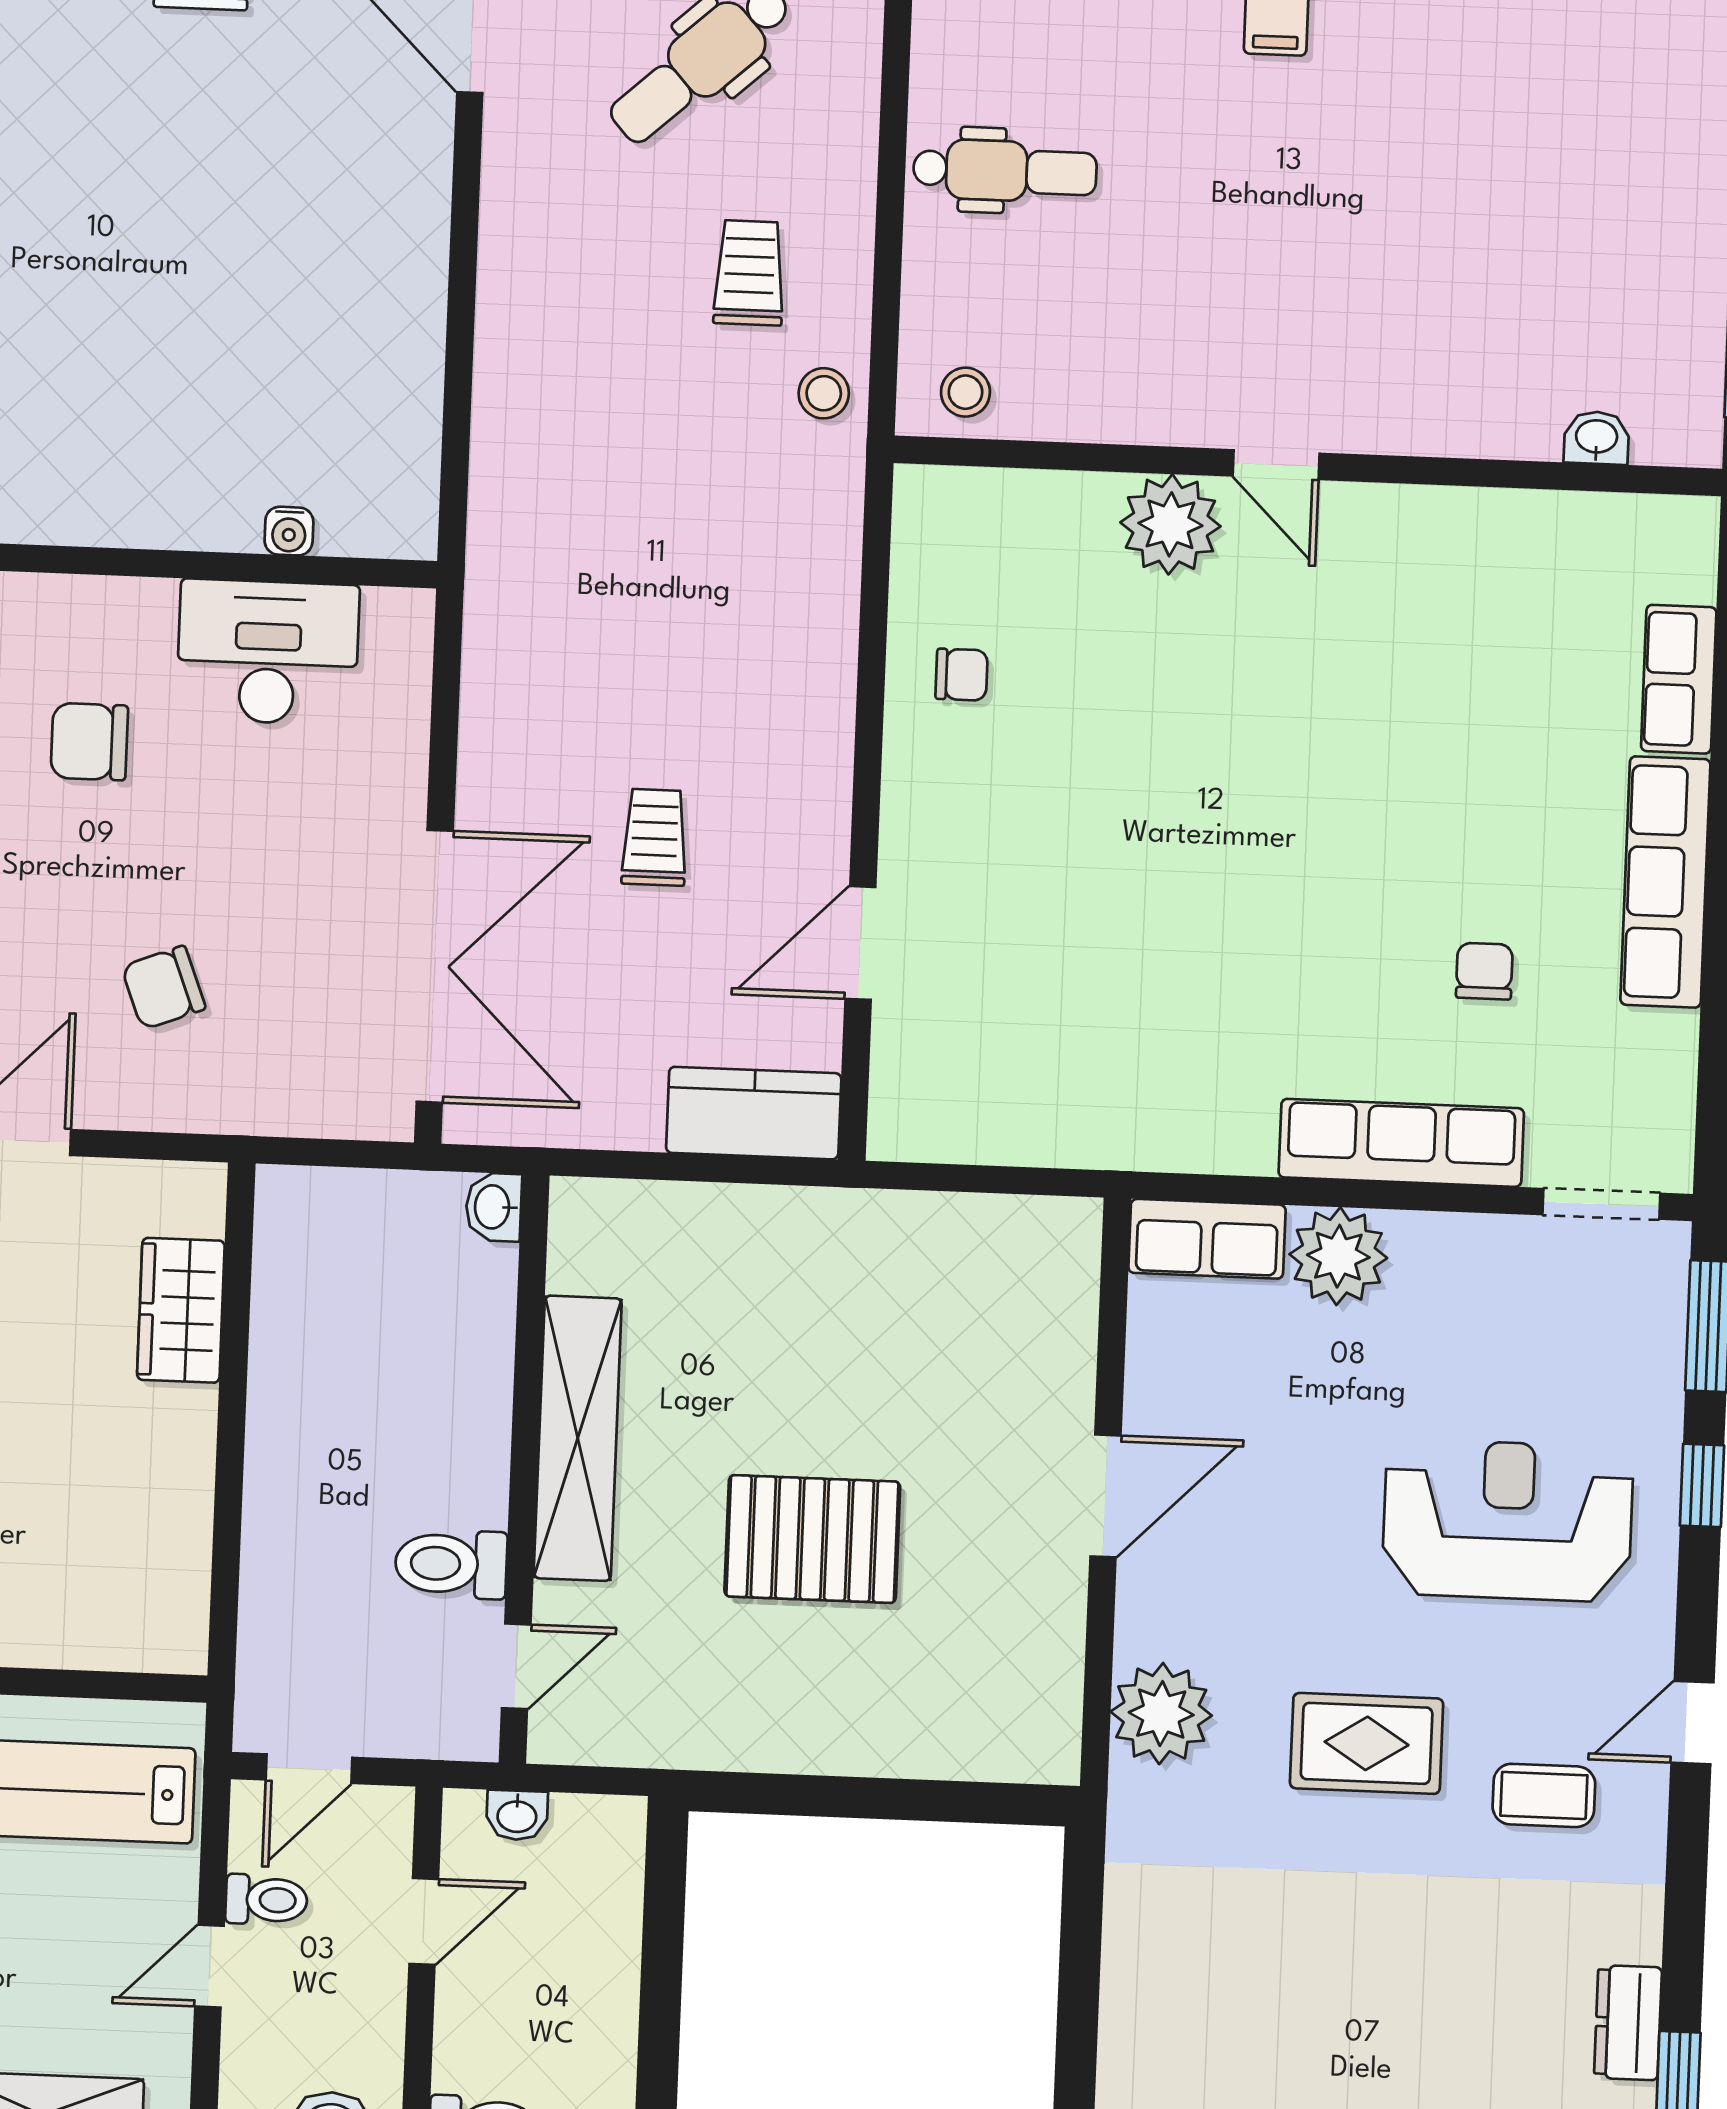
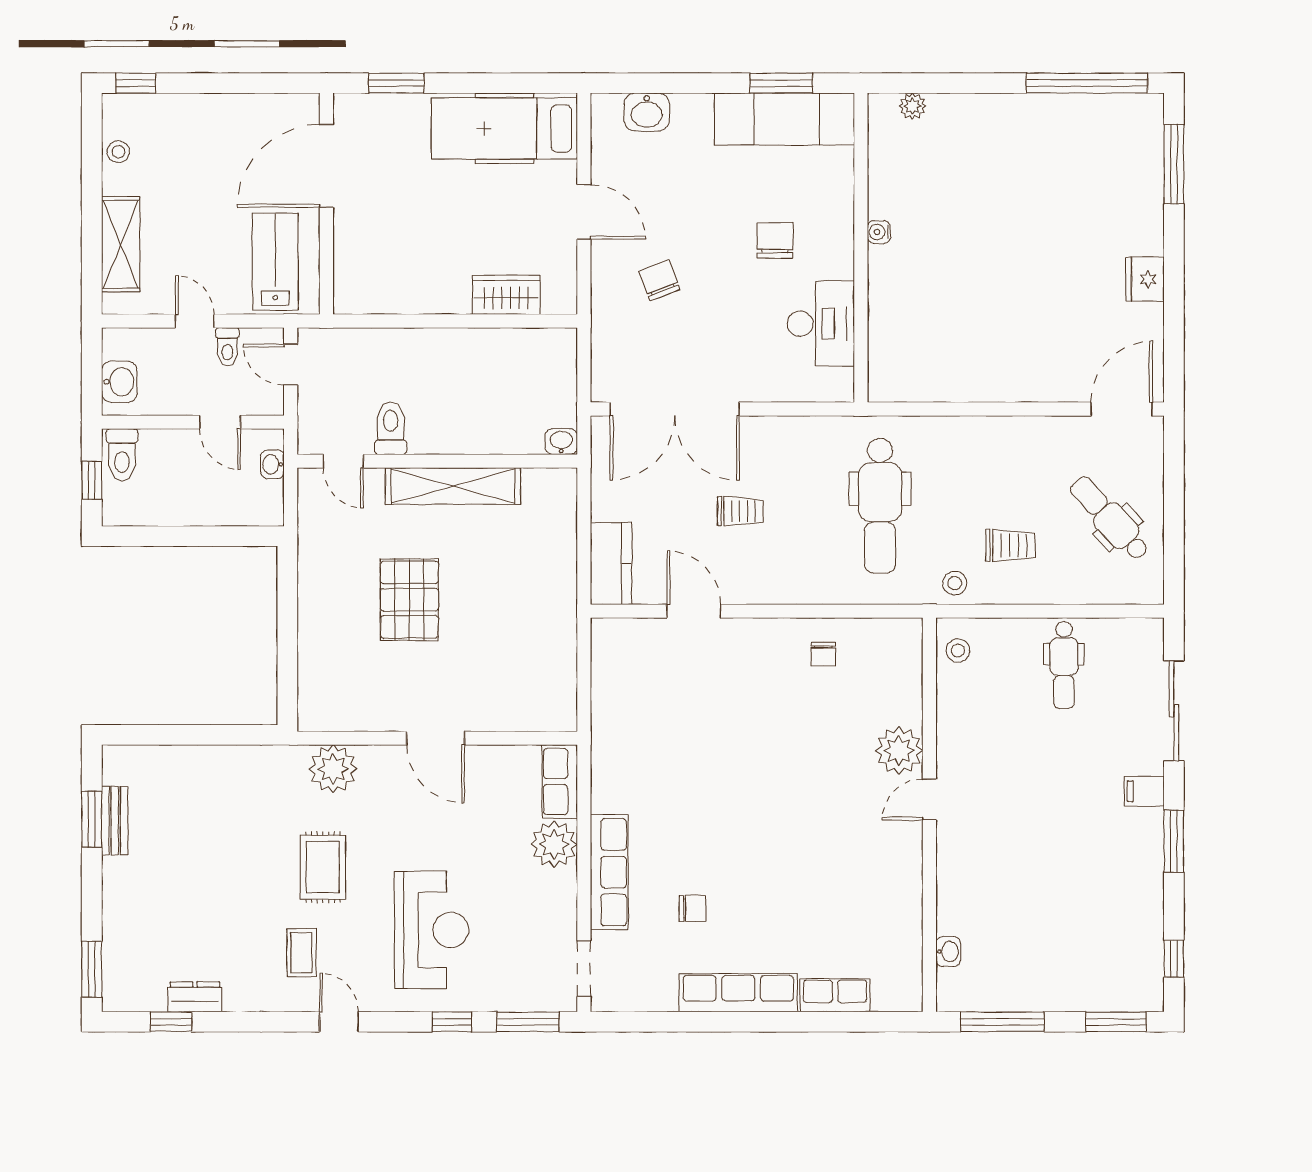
water cooler: (289, 531) -> (879, 232), moved
dental chair: (655, 543) -> (880, 506), added

